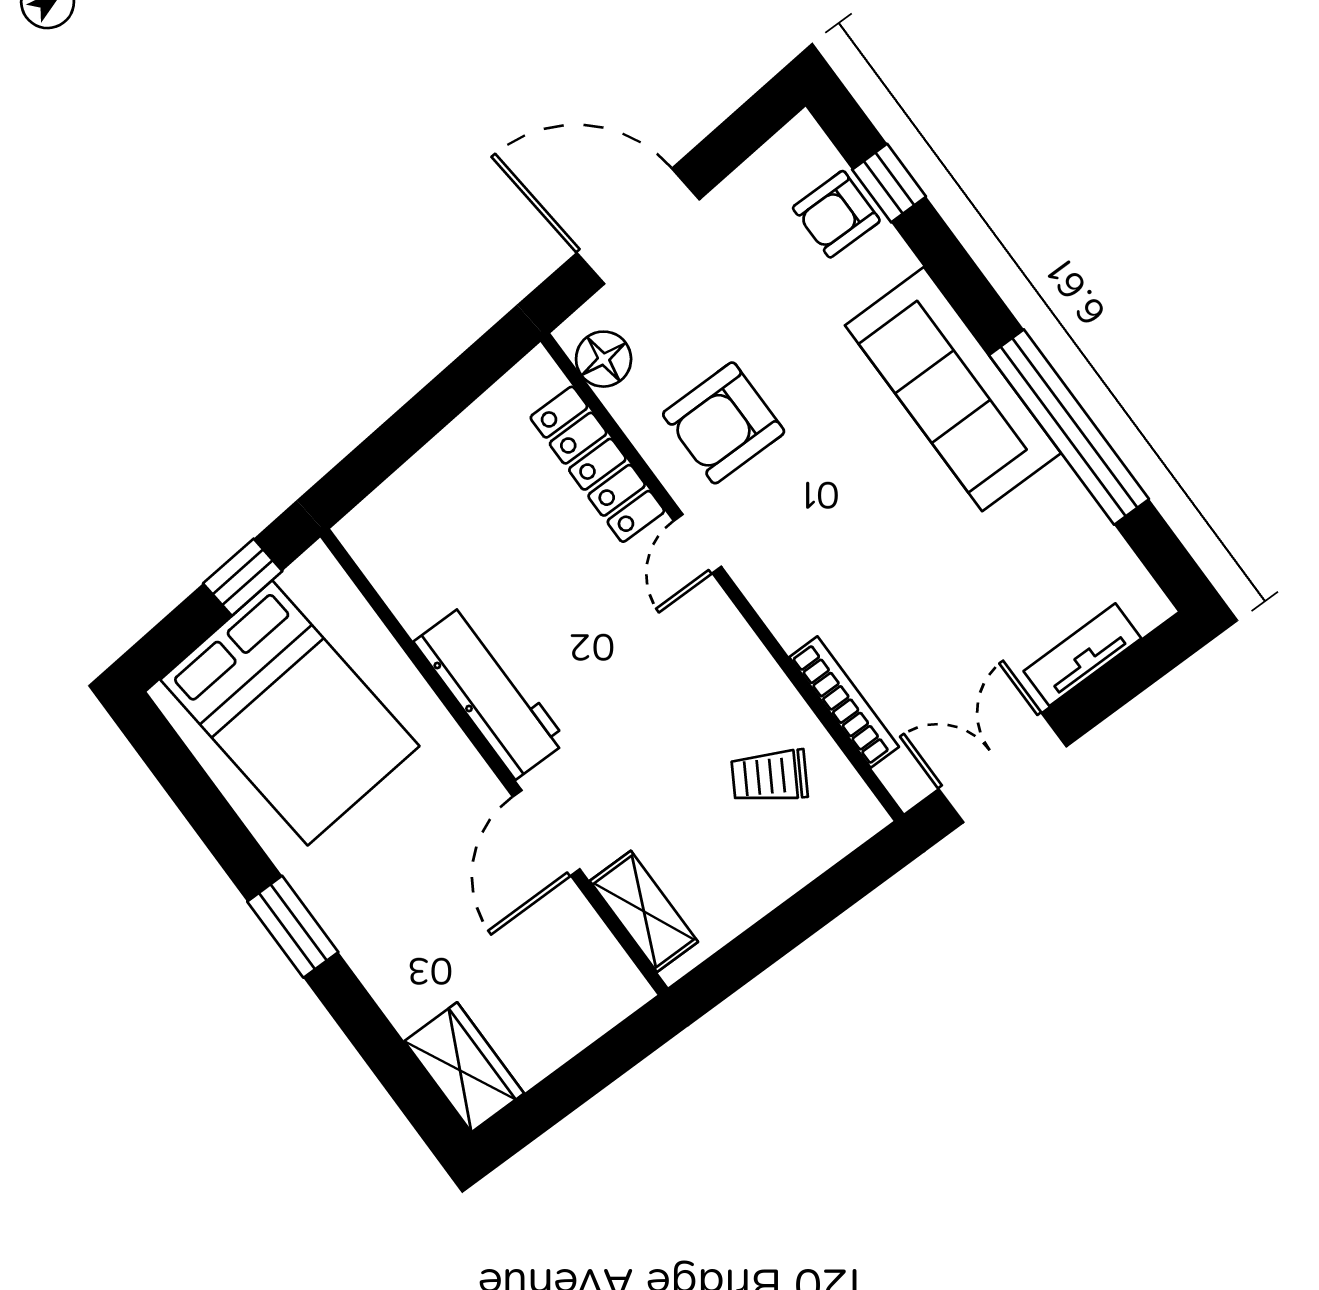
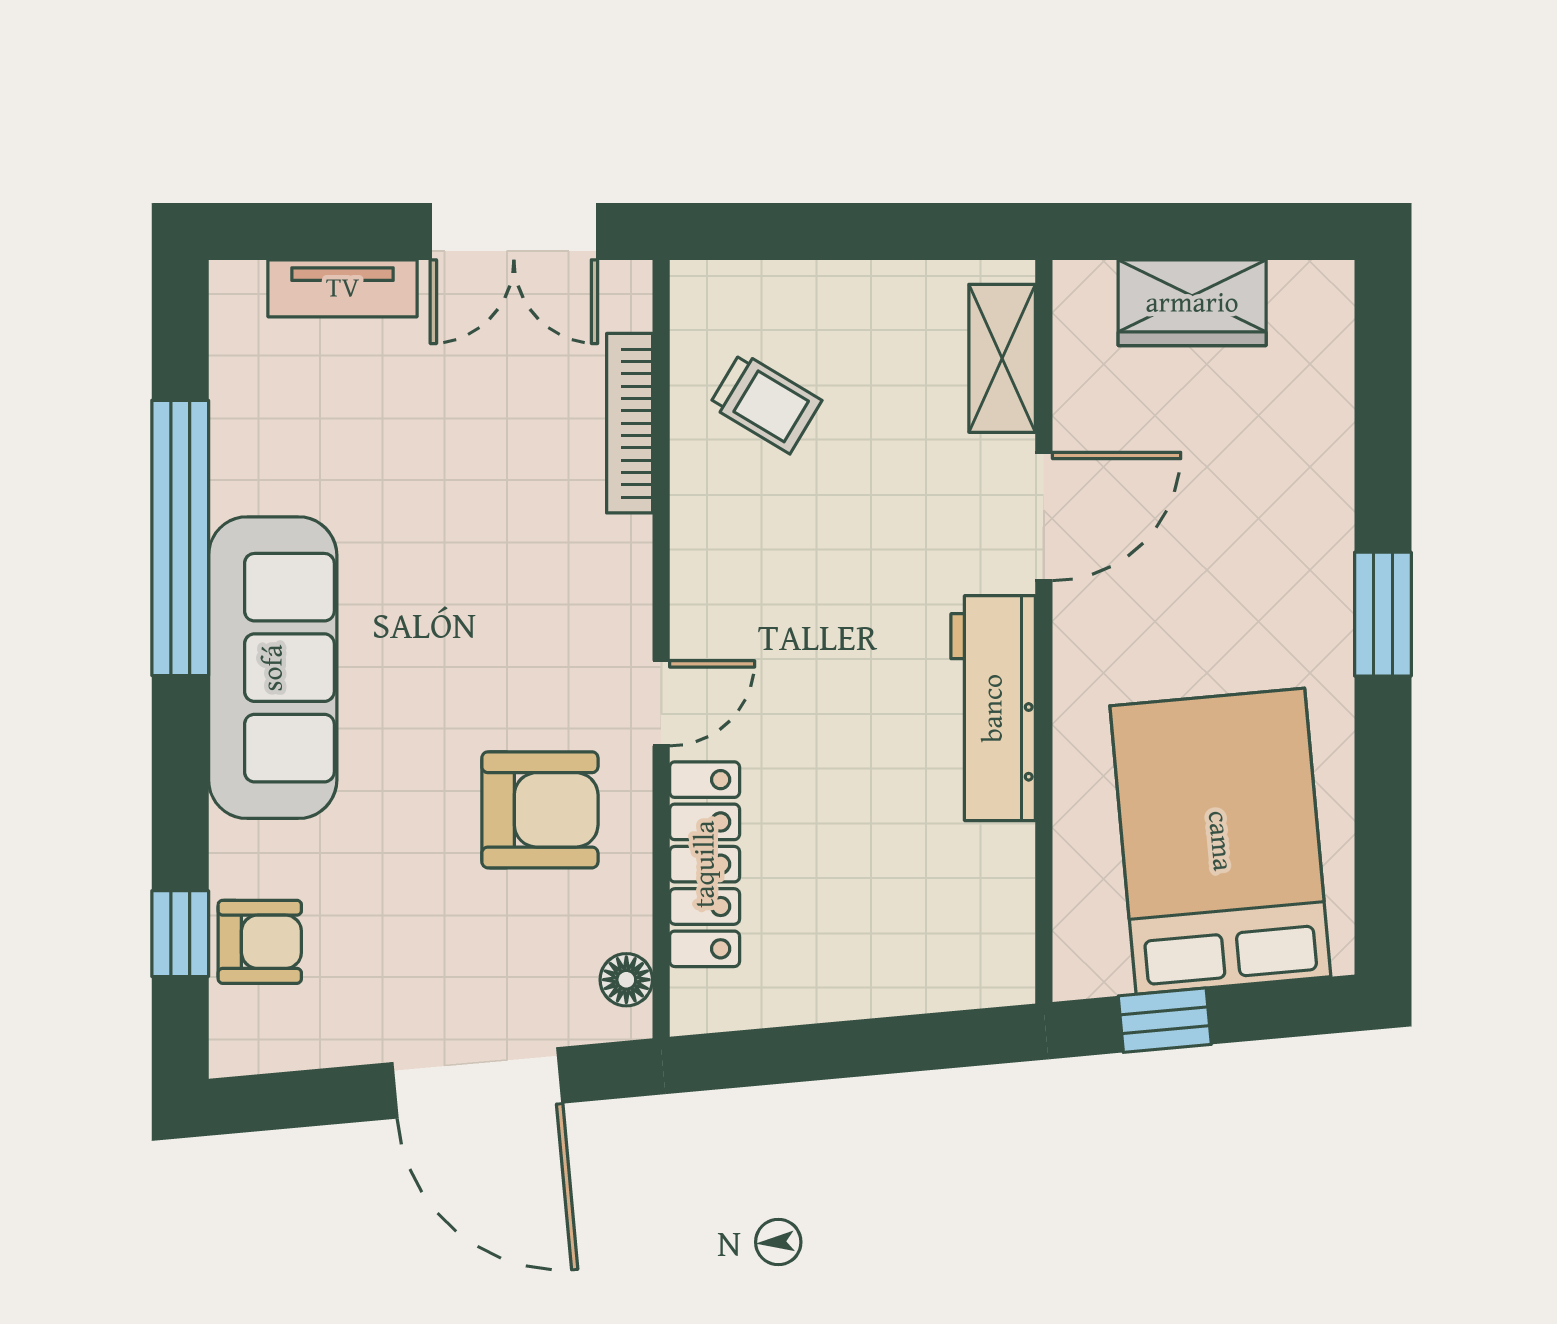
floor lamp: (604, 359) -> (626, 980), width x0.73, depth x0.73
wardrobe: (464, 1067) -> (1192, 303), moved, turned -90

